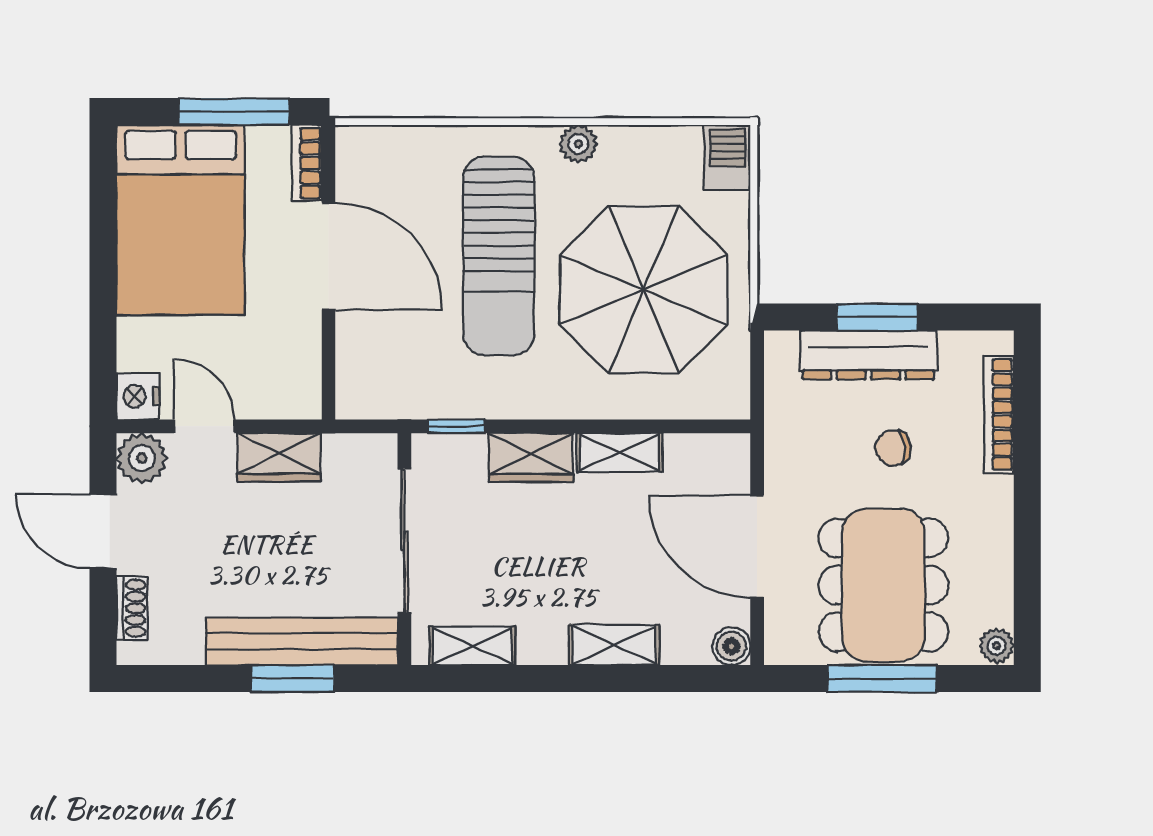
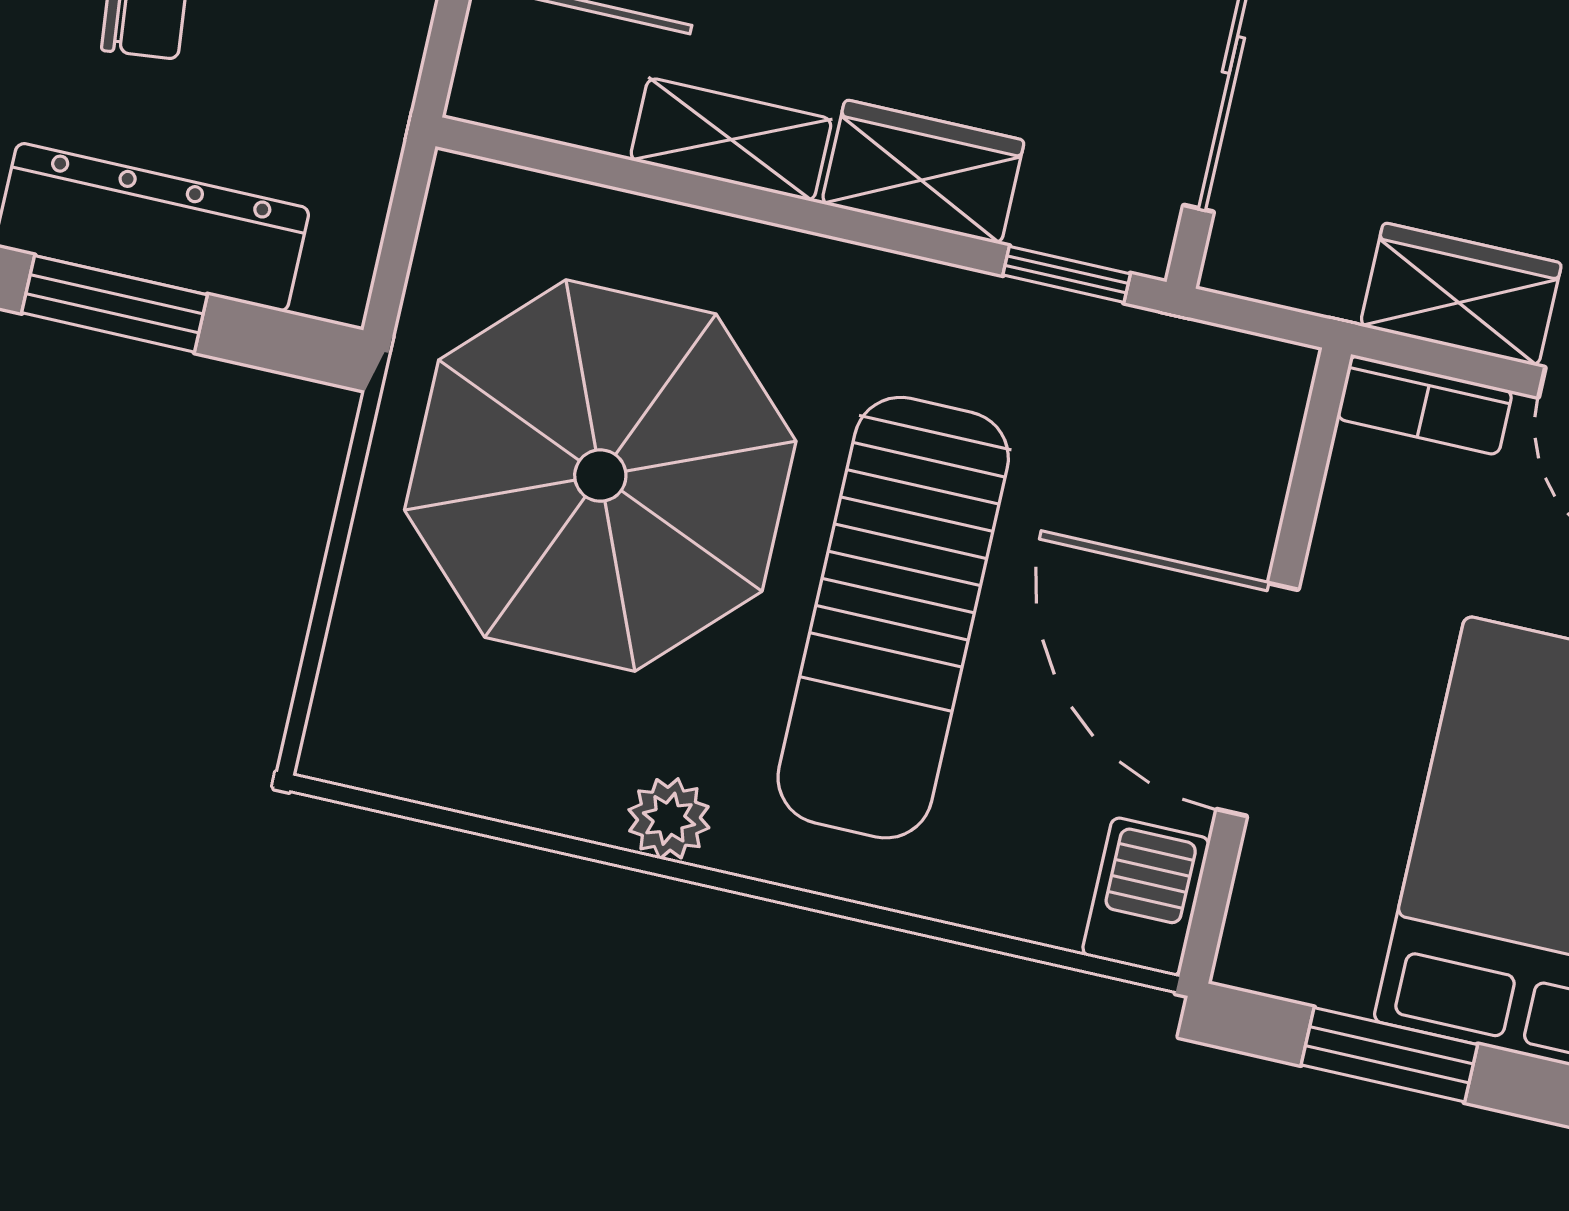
window: (234, 112) -> (1389, 1055), width x0.69
barbecue: (727, 157) -> (1146, 897), moved, turned 180
bookcase: (307, 163) -> (1425, 405), moved, turned 90
sun lounger: (499, 256) -> (893, 618), turned 180

